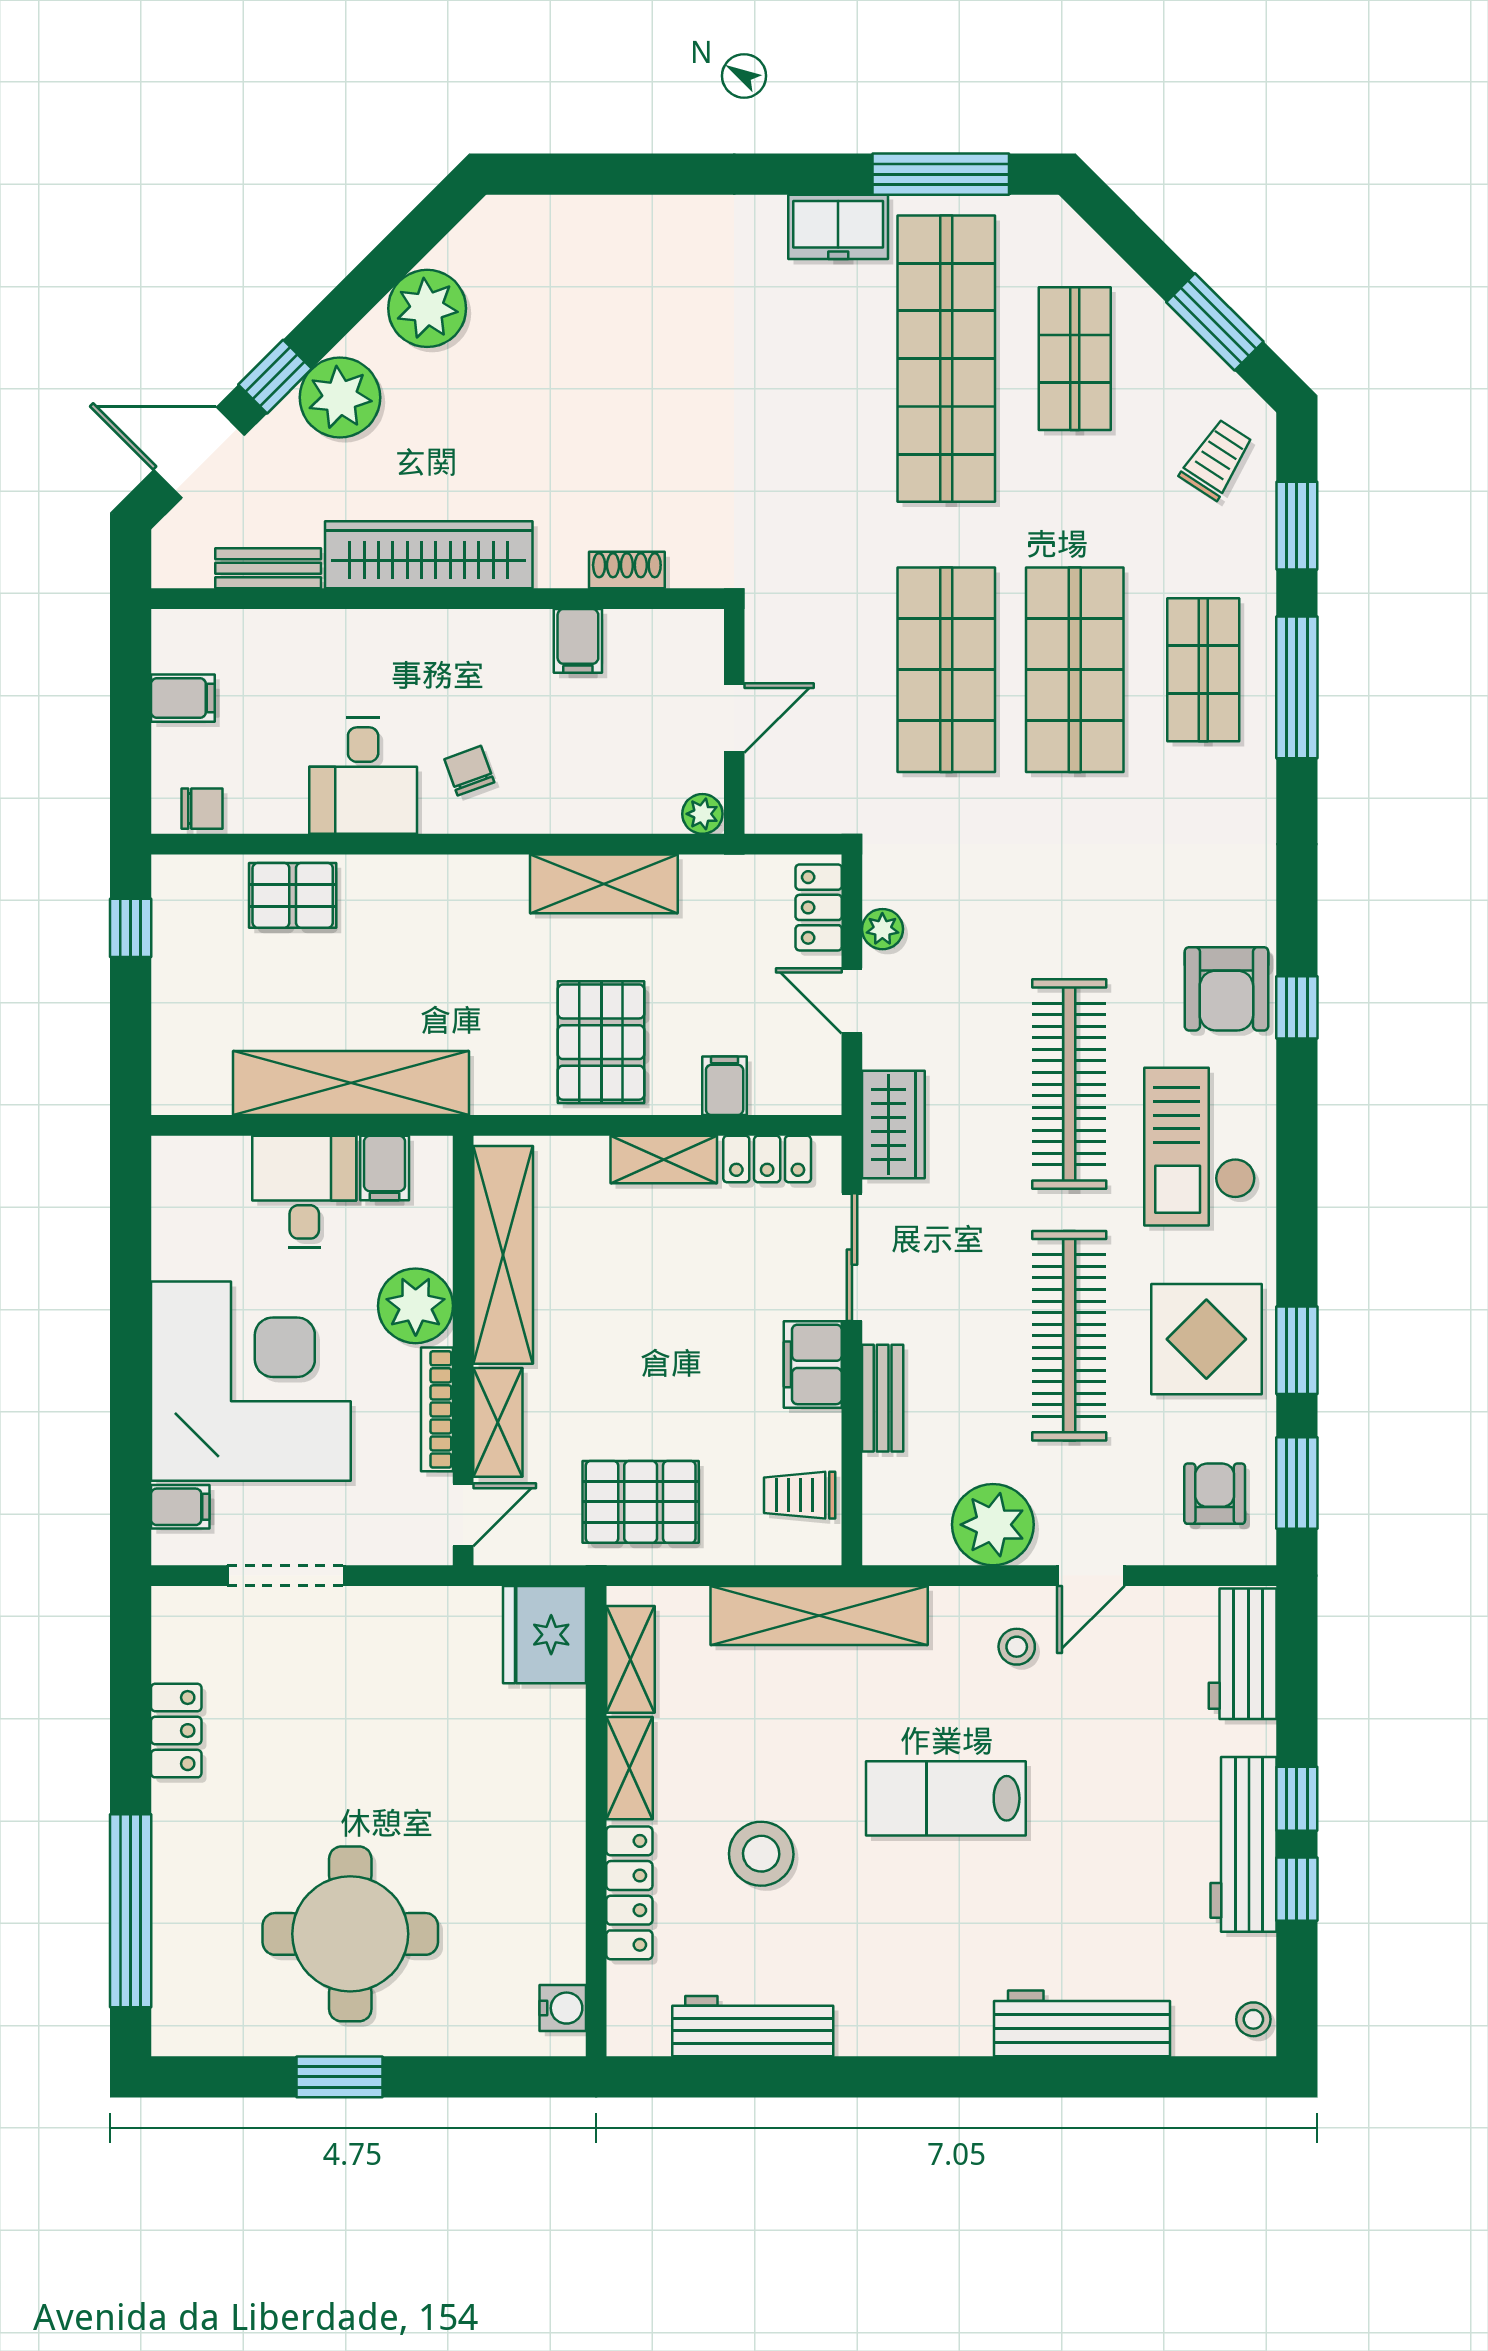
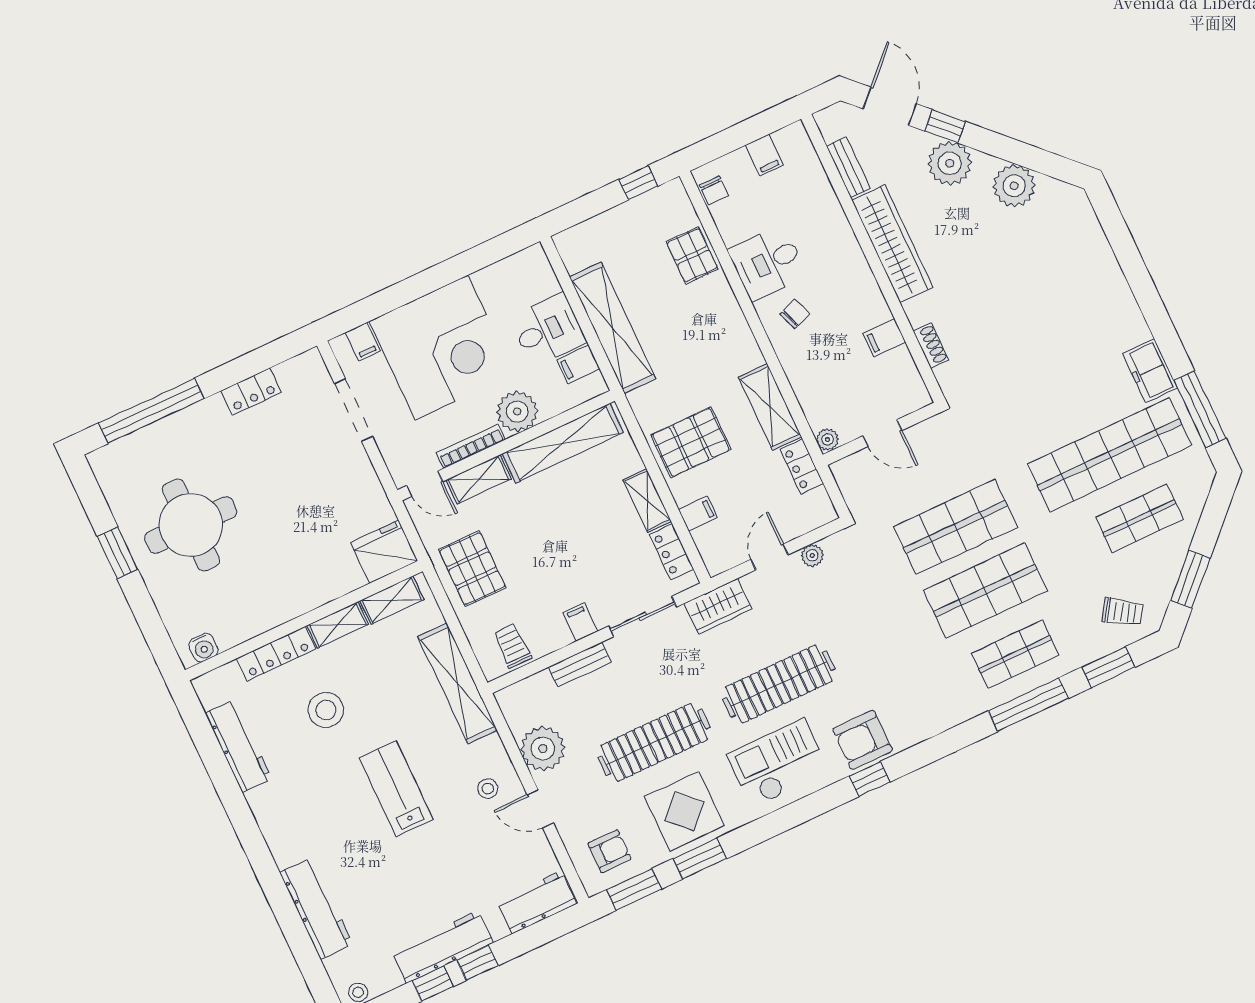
locker: (819, 907) -> (802, 467), moved, turned -90
filing cabinet: (813, 1364) -> (580, 622), width x0.50

